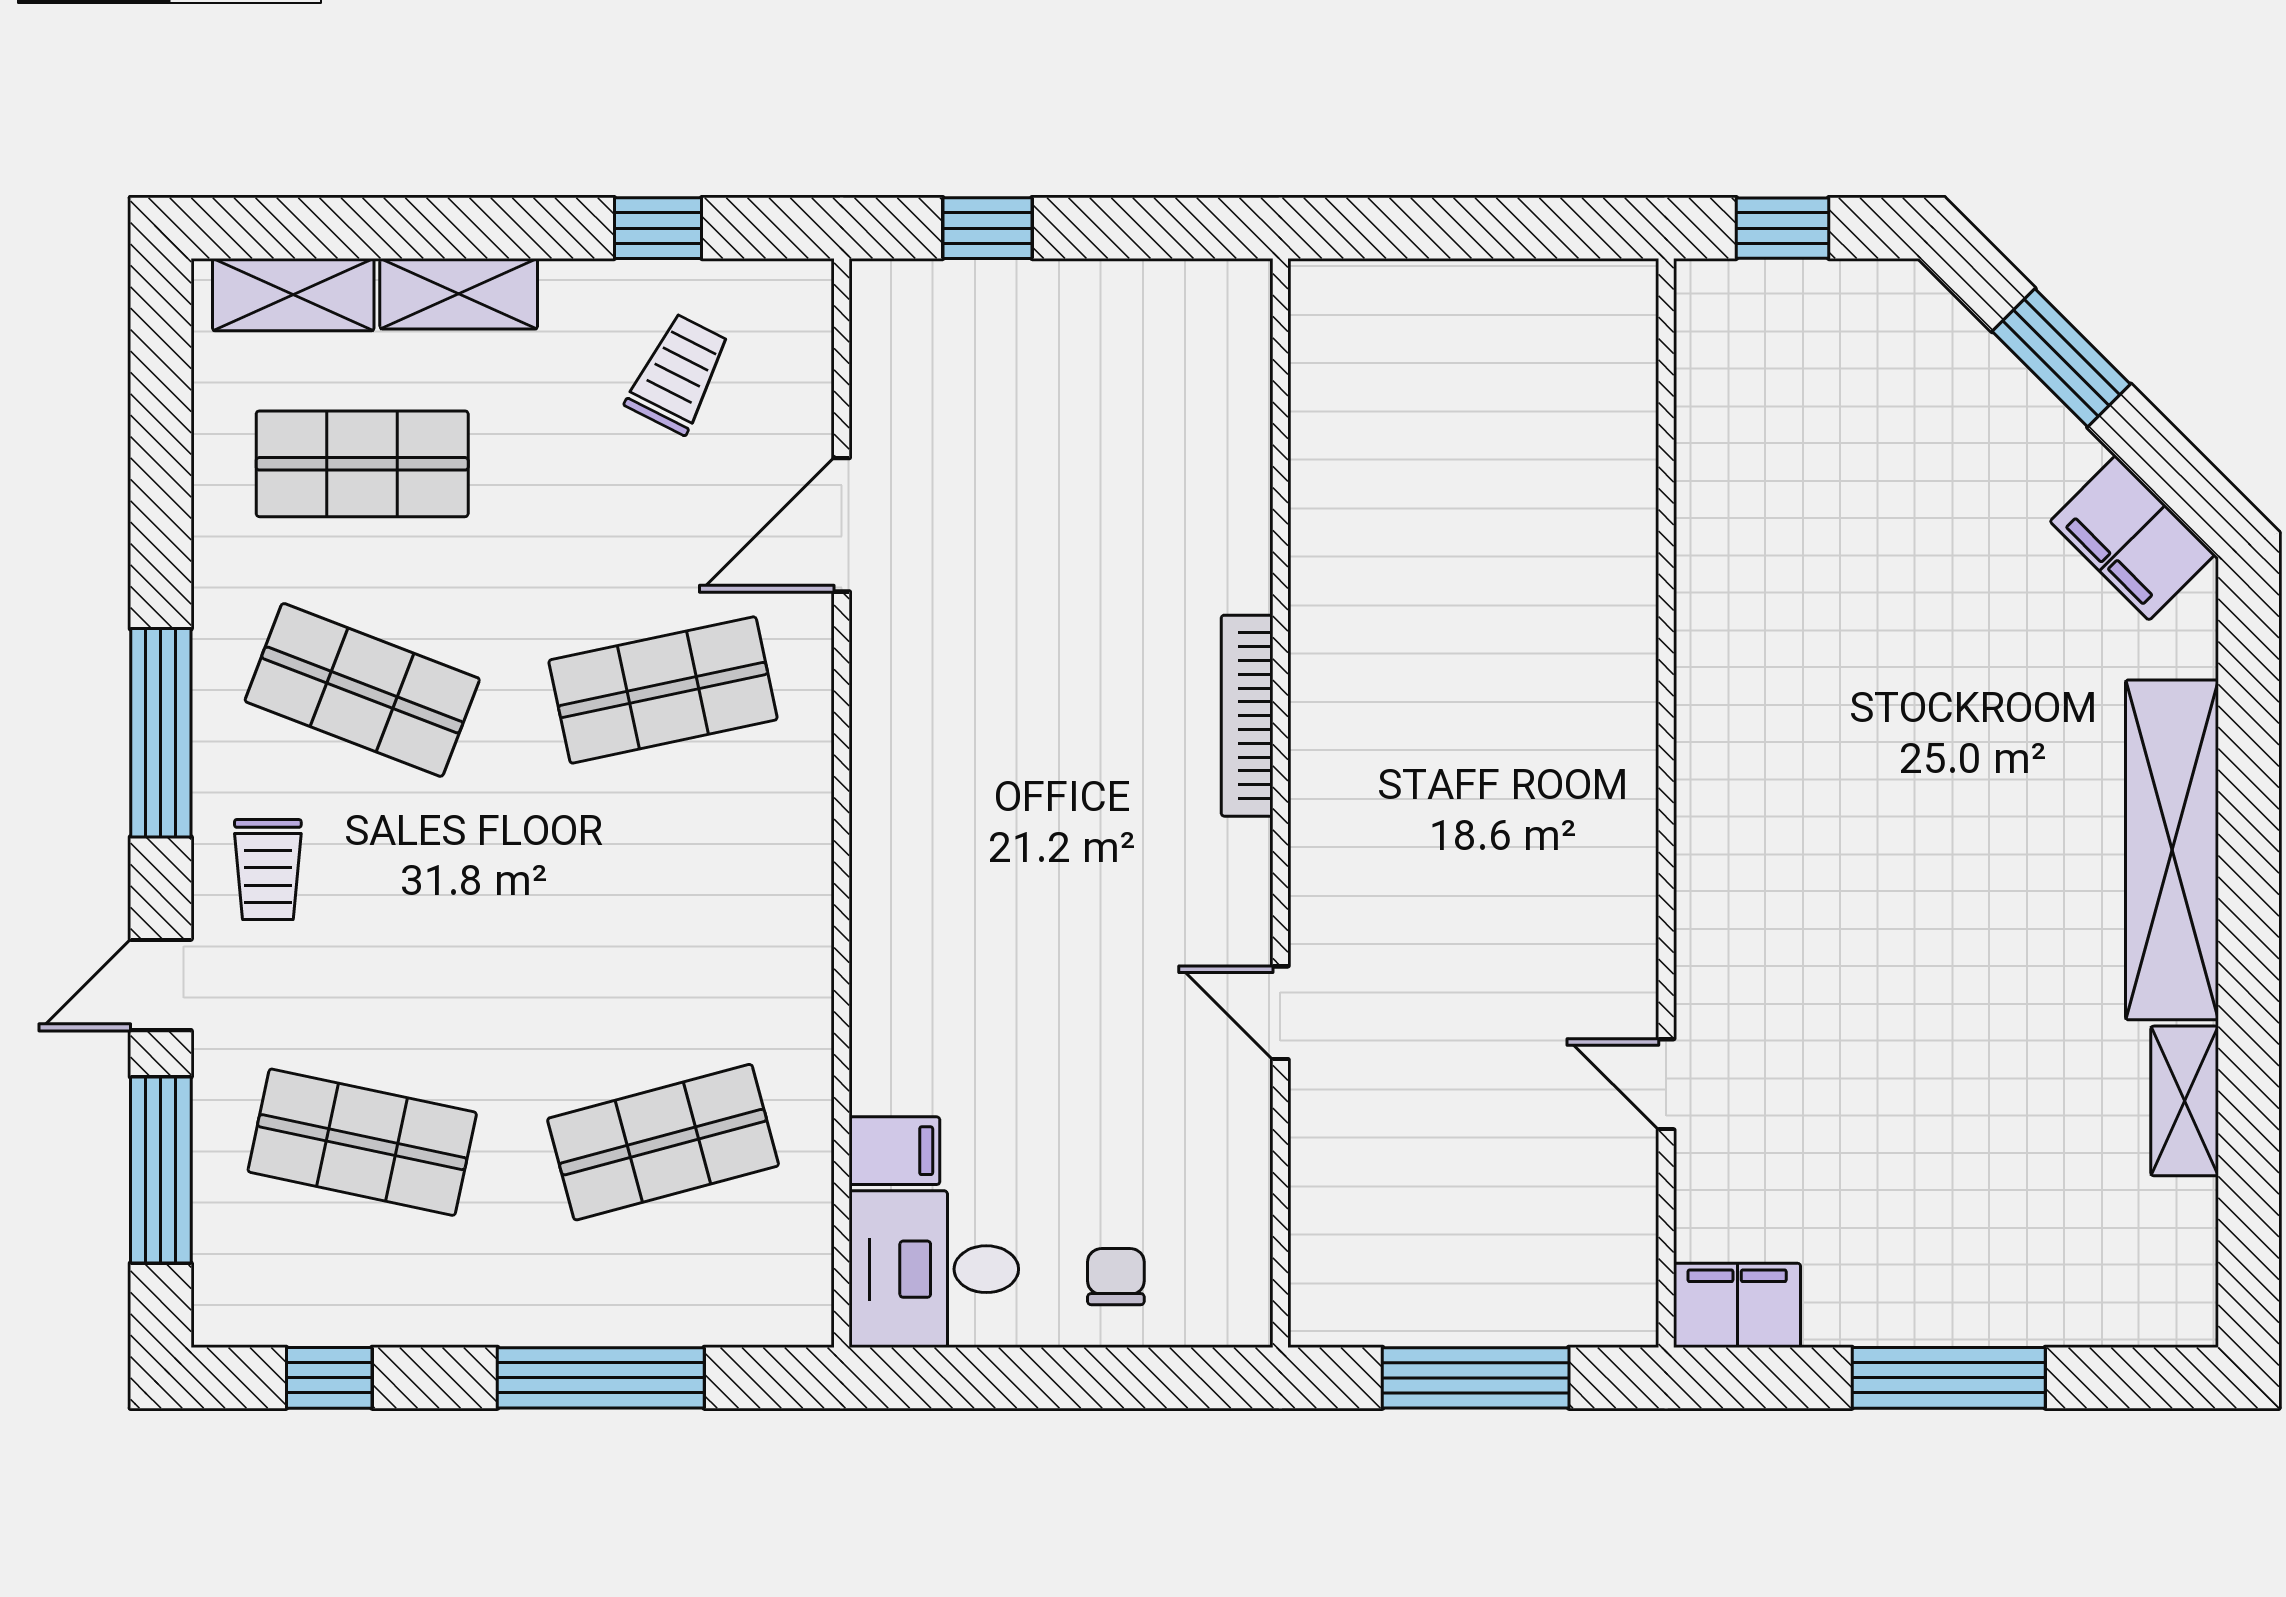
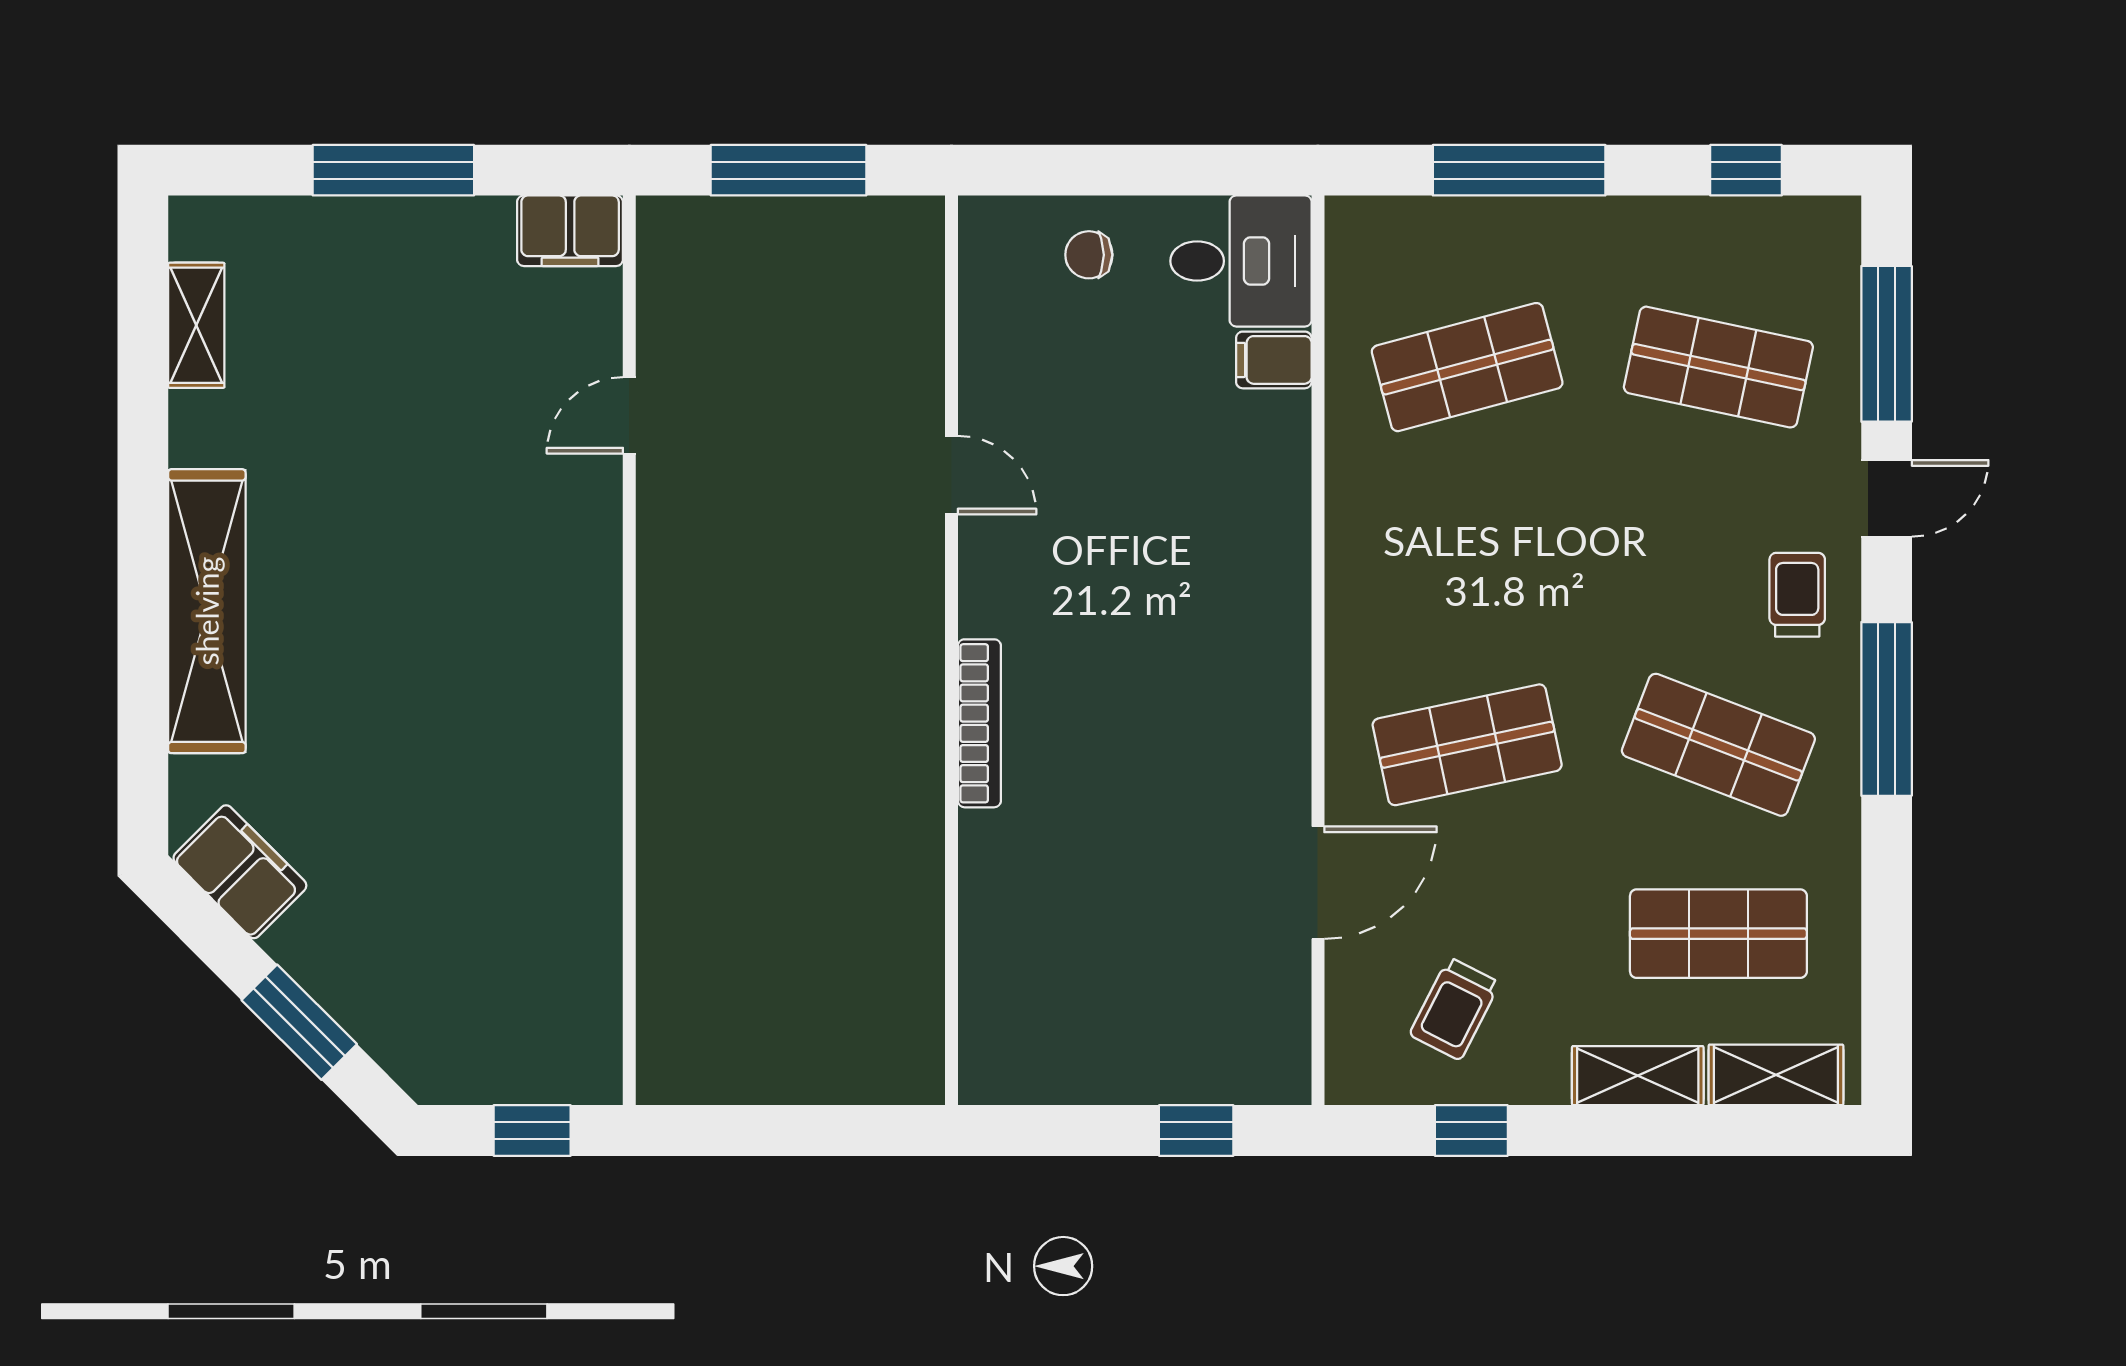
door: (1666, 1084) -> (629, 415), swing flipped
shelving: (2185, 1101) -> (196, 325), moved
chair: (1116, 1277) -> (1089, 255), turned 90

